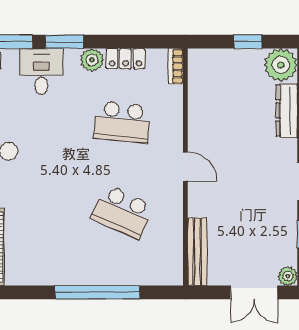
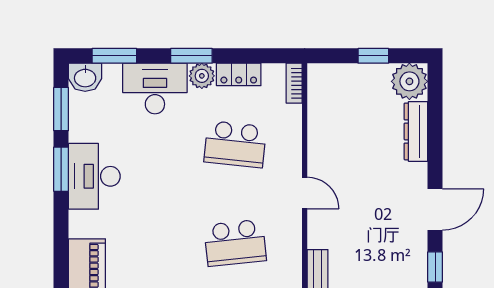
window: (64, 42) -> (191, 56), moved
desk: (41, 71) -> (155, 89), width x1.37
school desk: (122, 212) -> (235, 243), turned -30

